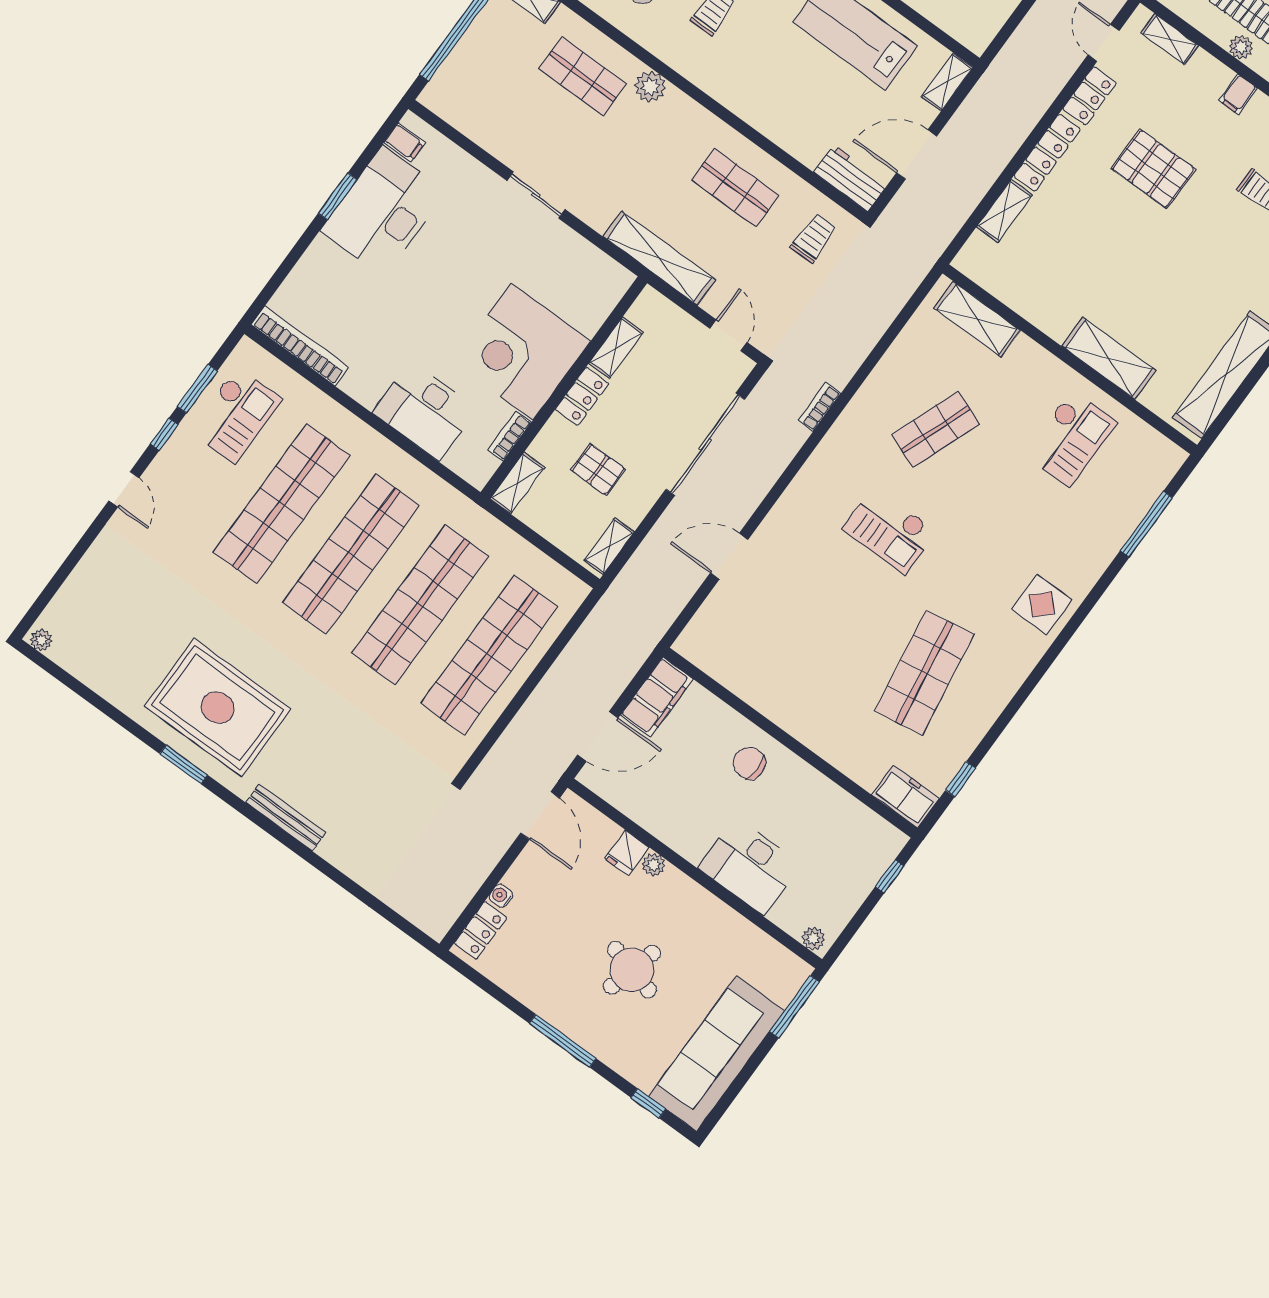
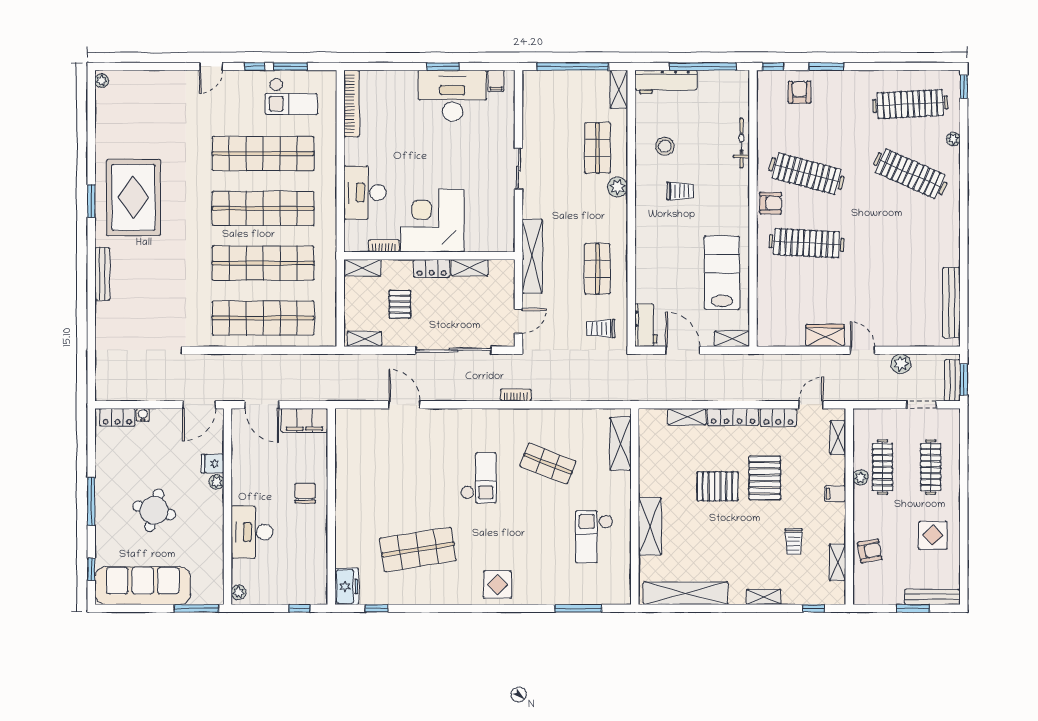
pallet: (1120, 236) -> (717, 486), added
trolley: (814, 238) -> (601, 328), turned 180
checkout: (1070, 438) -> (594, 537), turned 90
checkout: (890, 530) -> (479, 478), turned 180

